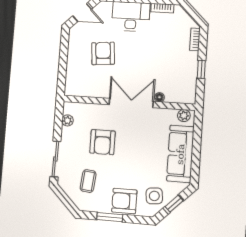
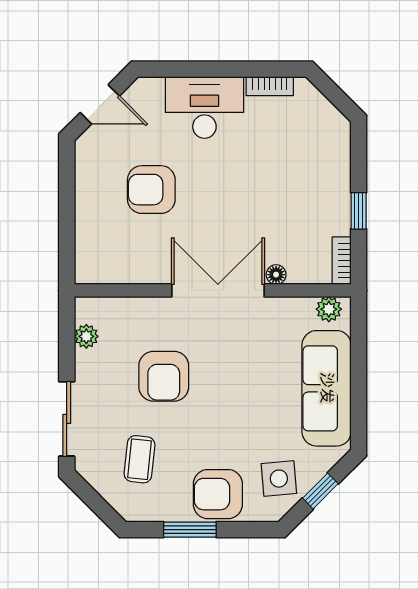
bookcase: (195, 39) -> (342, 261), moved
armchair: (103, 53) -> (151, 190), turned -85

